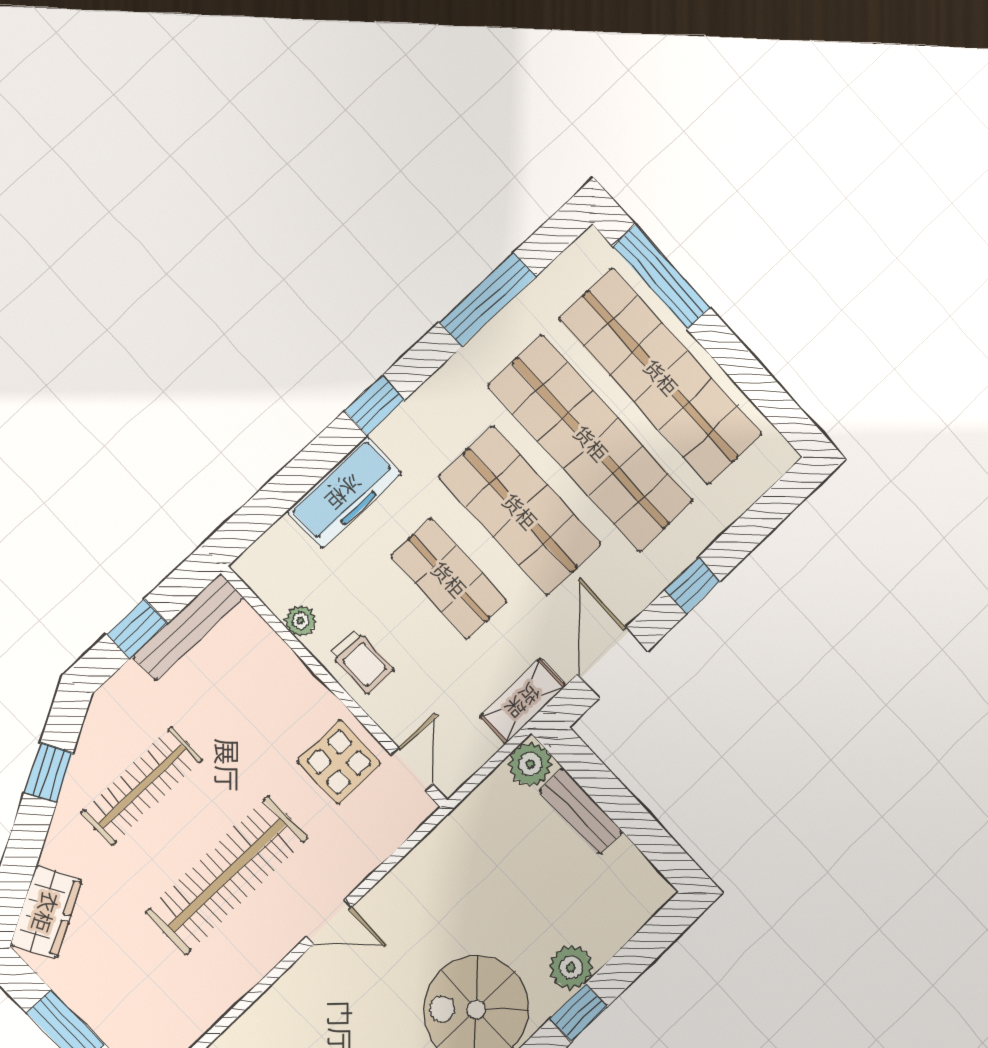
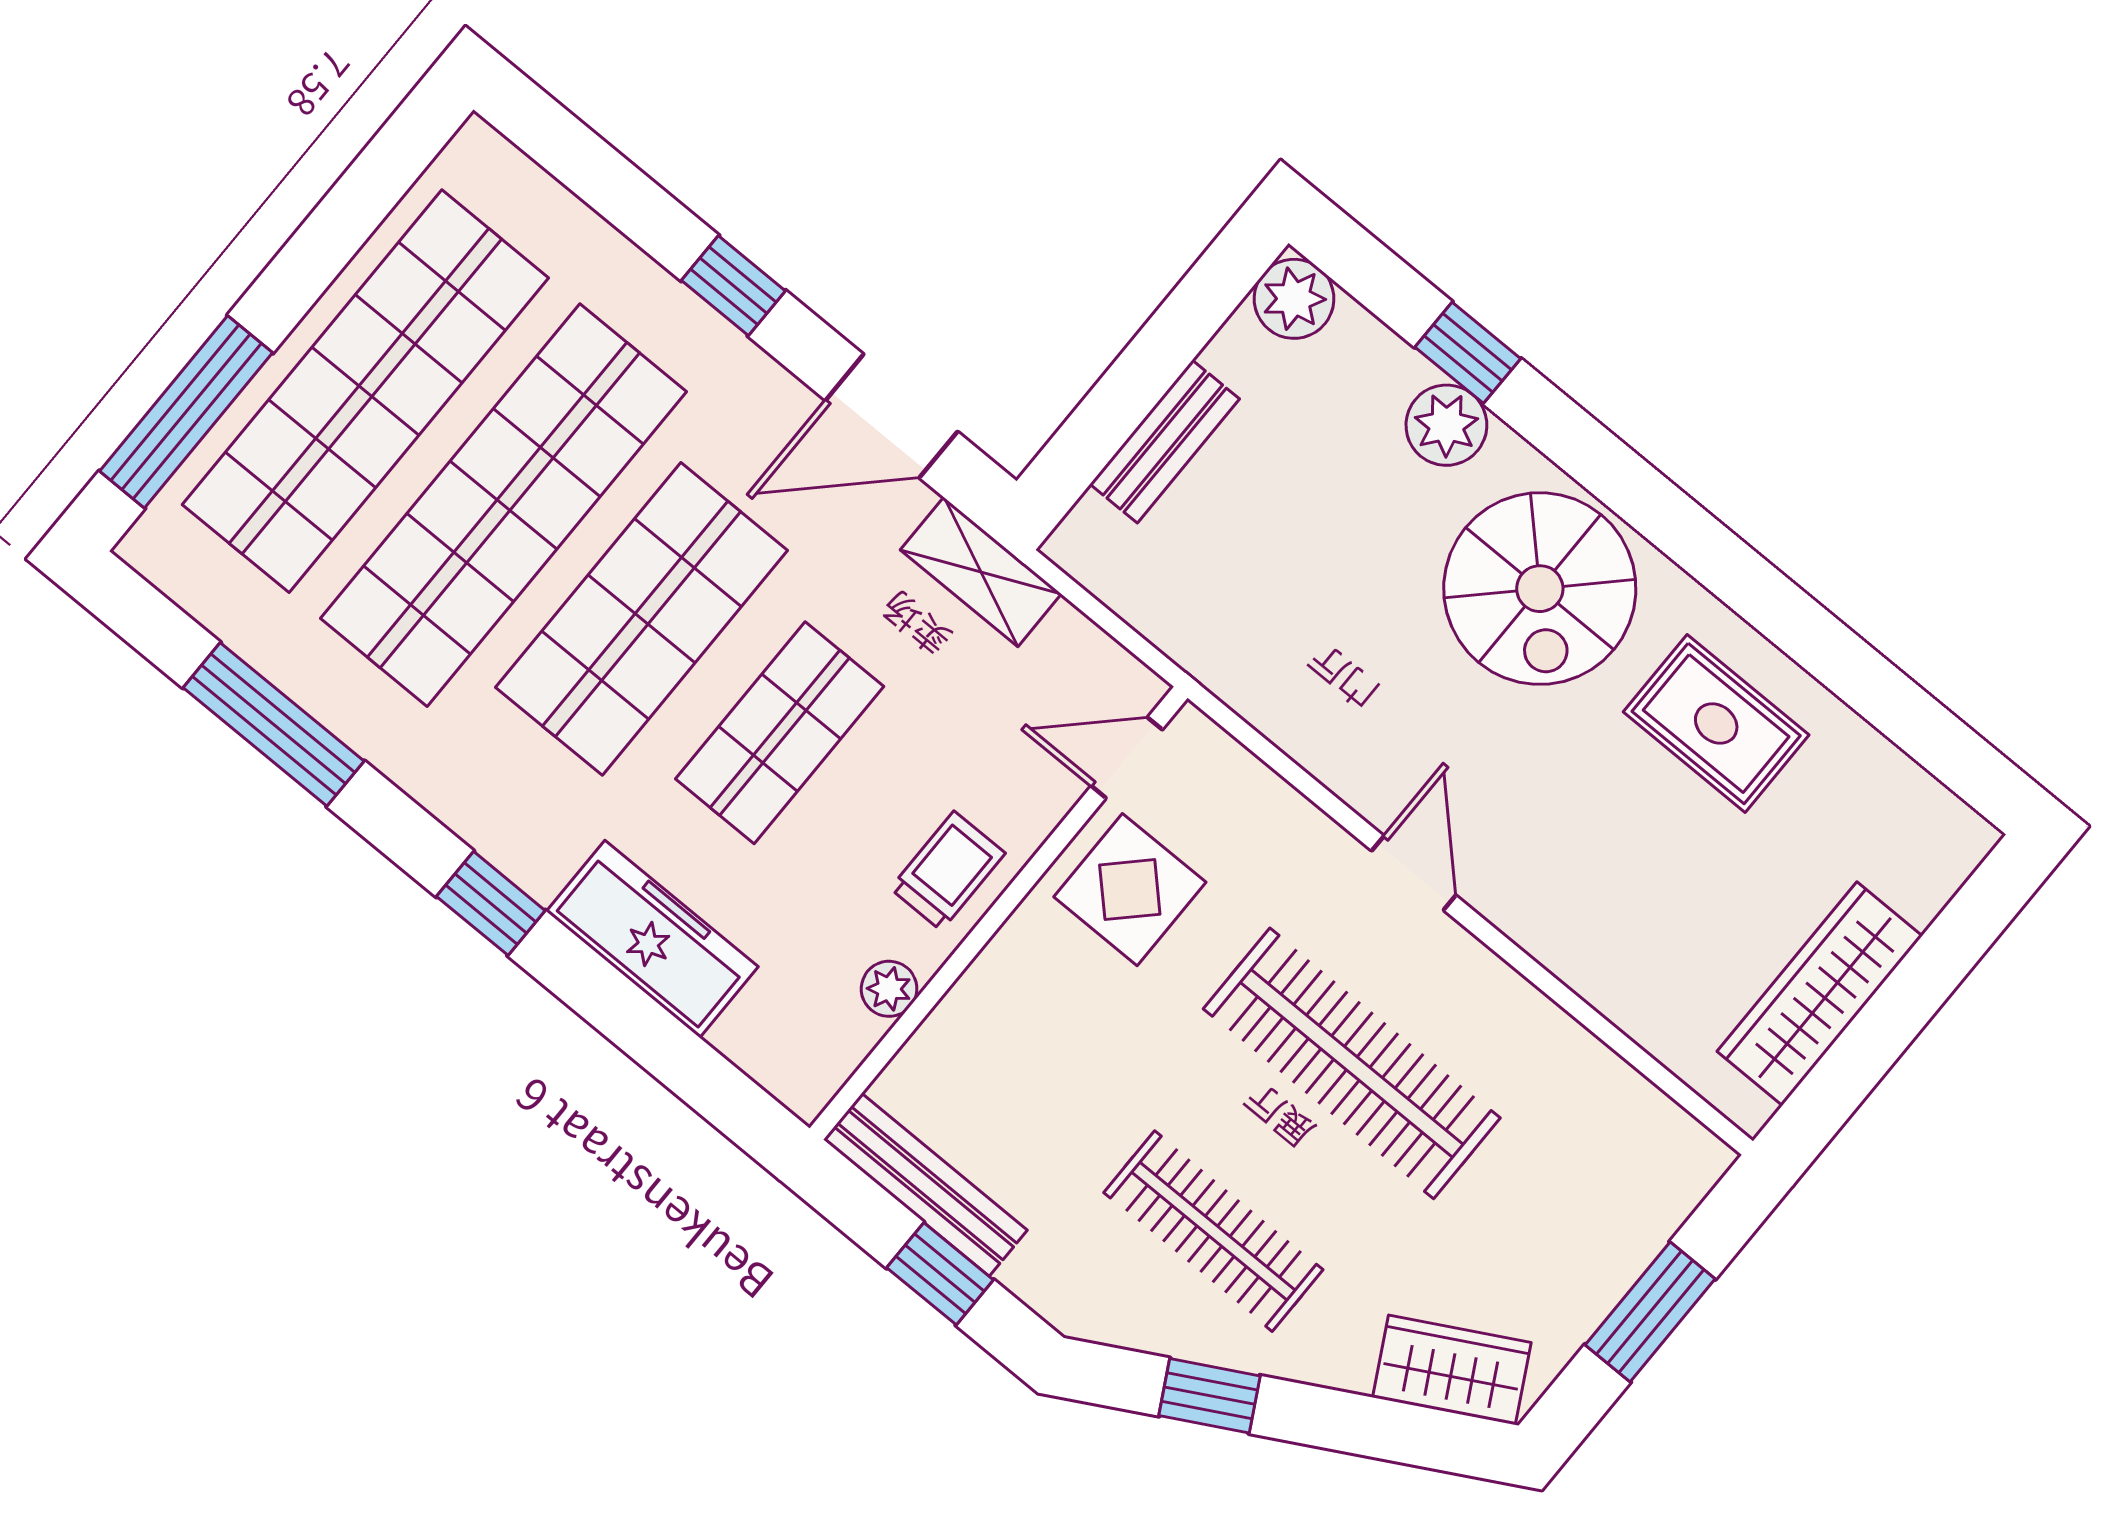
plant: (530, 764) -> (1294, 299), moved
window: (579, 1013) -> (1468, 353), moved

